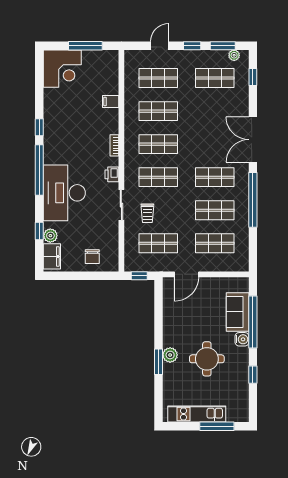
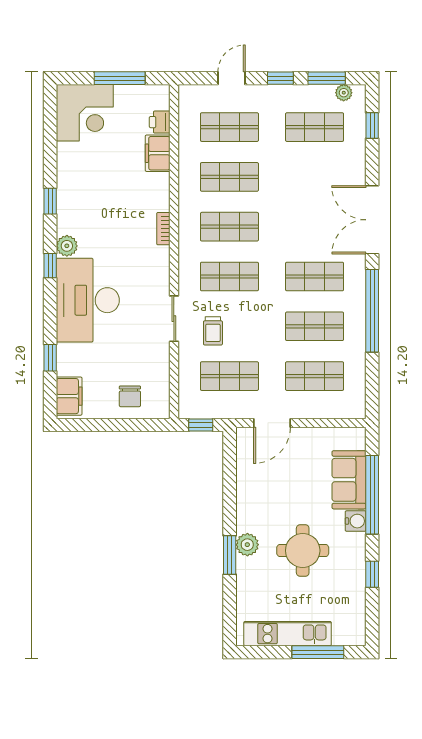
filing cabinet: (111, 101) -> (158, 153), width x2.00
window: (39, 170) -> (50, 266), width x0.32
printer: (112, 174) -> (160, 122), moved
plant: (50, 236) -> (67, 246), moved

